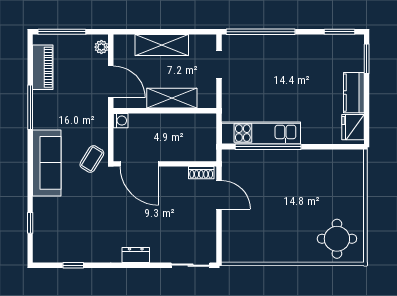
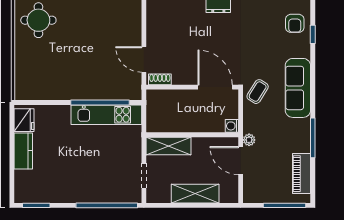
plant: (101, 47) -> (249, 140), moved
window: (367, 59) -> (12, 181), removed
shelving: (172, 98) -> (169, 146), moved
armchair: (50, 235) -> (295, 23), added

